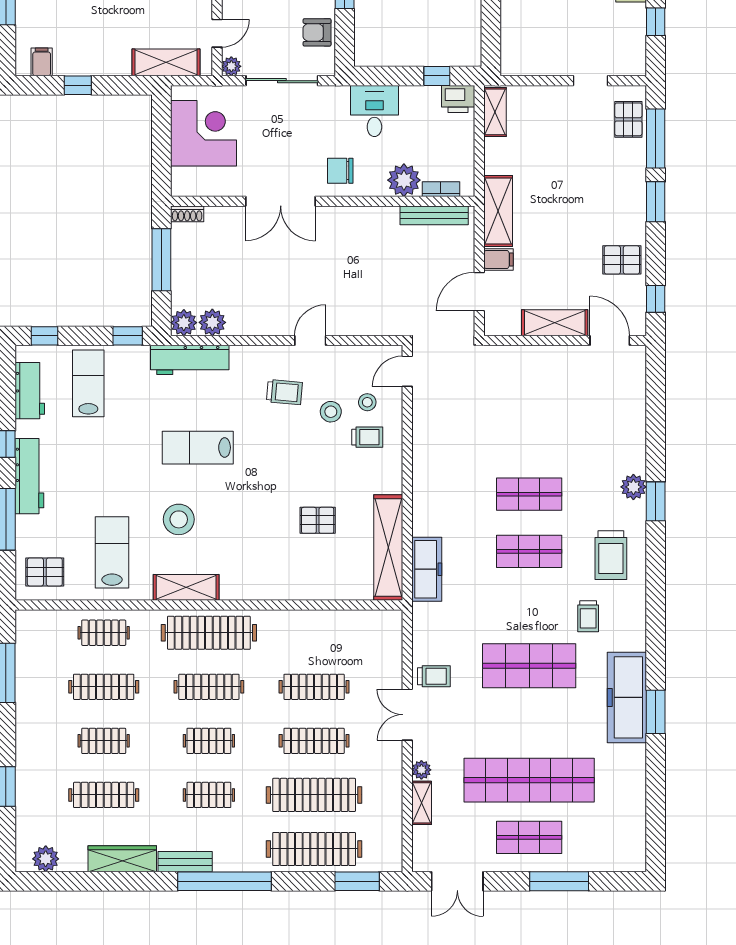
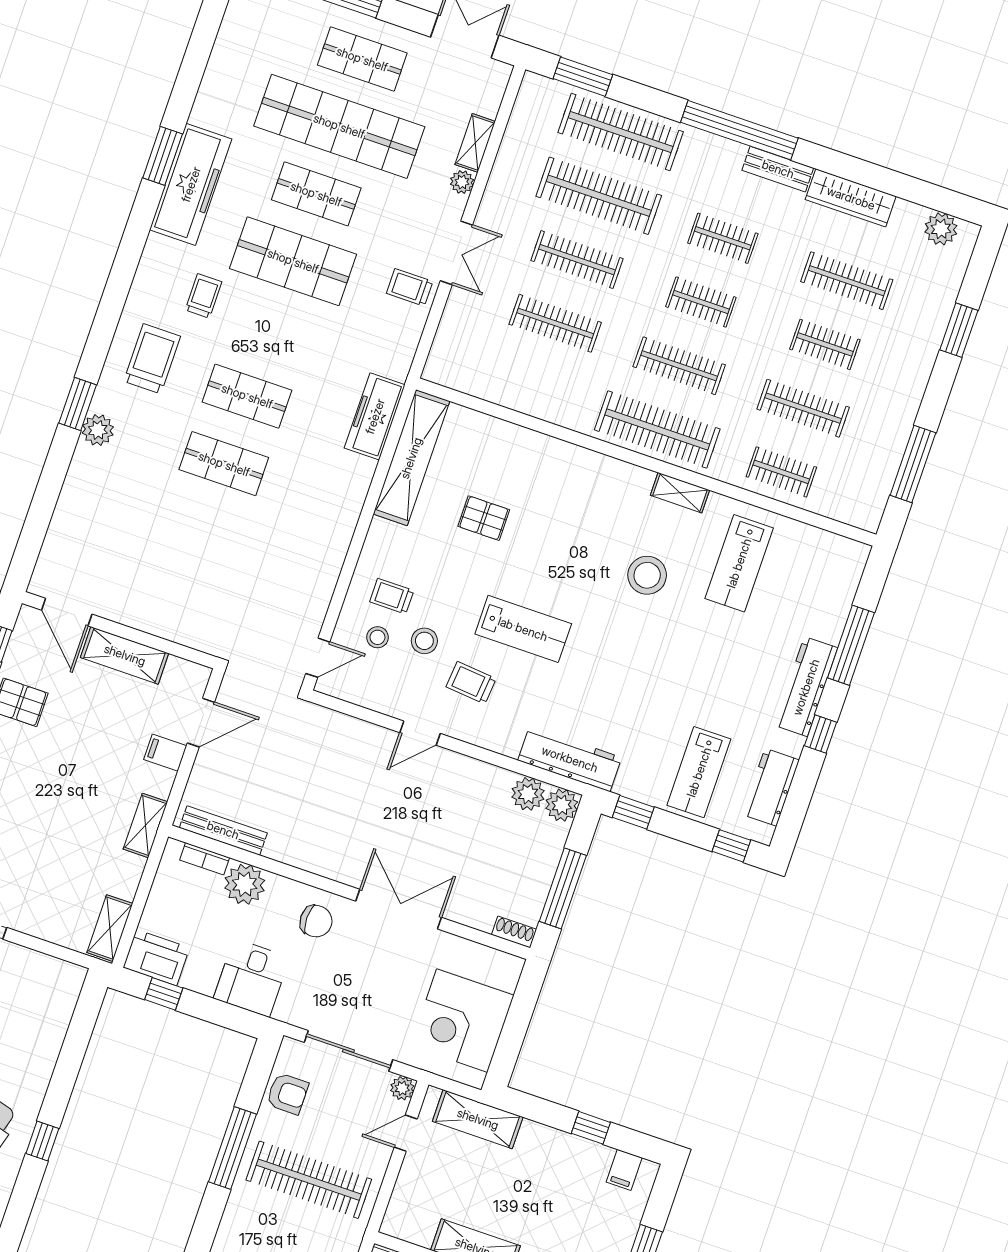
printer: (458, 99) -> (156, 958), width x1.37, depth x1.19
shelving: (498, 211) -> (145, 825), width x0.67, depth x0.75
lab bench: (198, 448) -> (523, 629), moved
pallet: (45, 572) -> (826, 567), removed
shelving: (186, 587) -> (680, 493), width x0.67, depth x0.75
shop shelf: (529, 723) -> (316, 194), added

